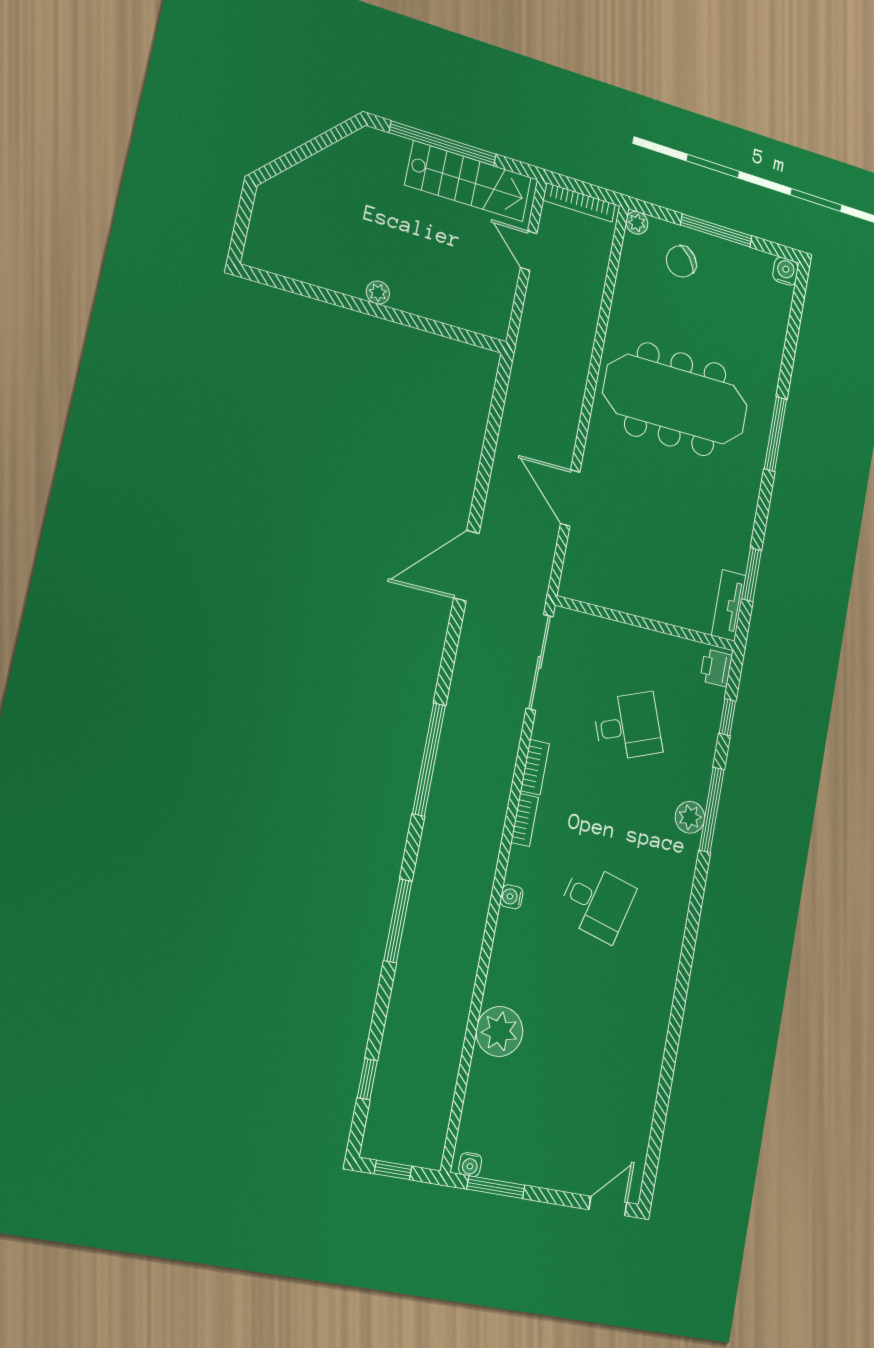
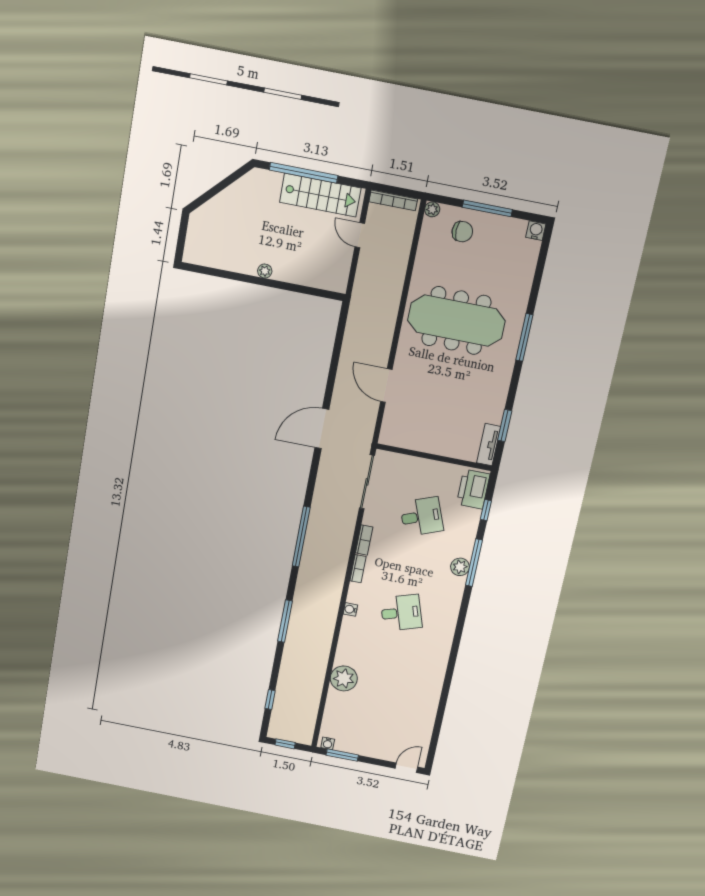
chair: (681, 261) -> (462, 232), turned -141
printer: (716, 668) -> (473, 489), width x1.87, depth x1.48
desk: (596, 902) -> (401, 613), turned -33

